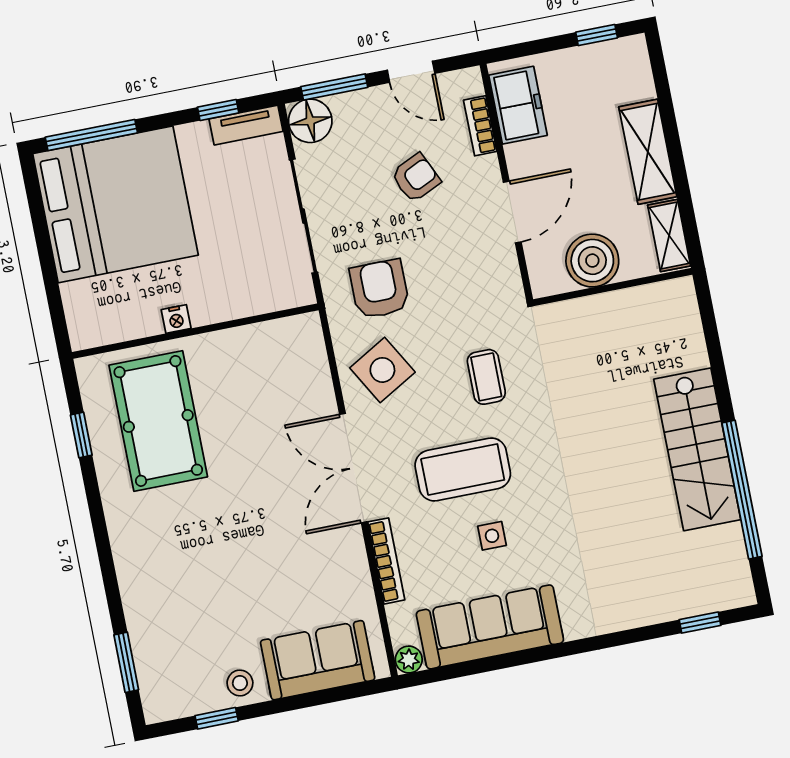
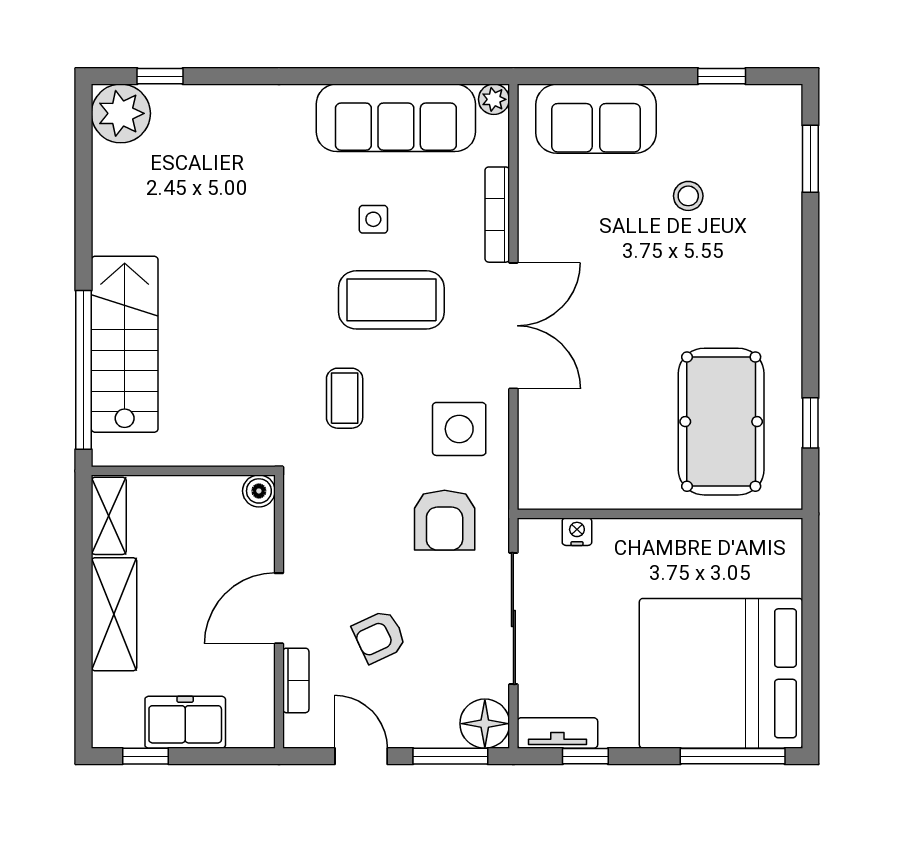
freezer: (518, 105) -> (185, 722), moved, turned 90
door: (512, 212) -> (279, 608), moved
boiler: (592, 261) -> (259, 491), moved, width x0.54, depth x0.54
nightstand: (176, 319) -> (577, 532), moved
side table: (382, 370) -> (459, 429), turned 30
stairs: (697, 449) -> (125, 344), moved
window: (742, 490) -> (84, 370), moved
plant: (727, 584) -> (121, 113), added
stool: (240, 683) -> (688, 196), moved

